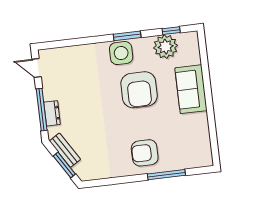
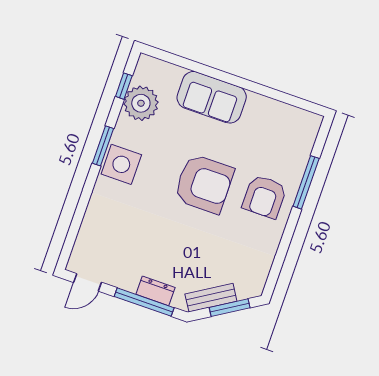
armchair: (139, 90) -> (204, 184), moved

